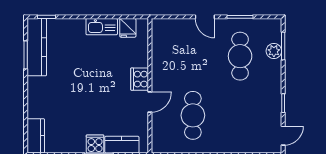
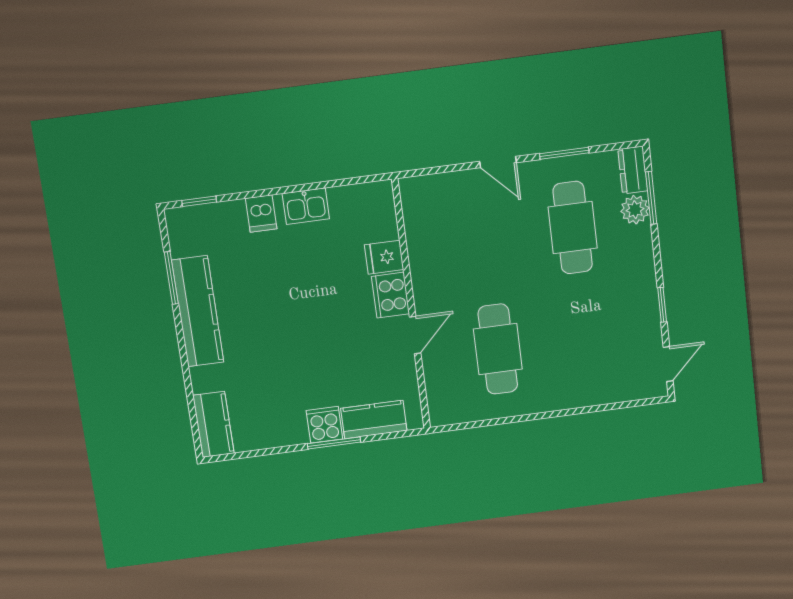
dishwasher: (78, 27) -> (261, 214), added
kitchen sink: (102, 27) -> (306, 206), width x0.73
fridge: (128, 28) -> (384, 257), moved, turned 90
dresser: (275, 30) -> (633, 170), added
kitchen counter: (37, 47) -> (198, 311), moved

